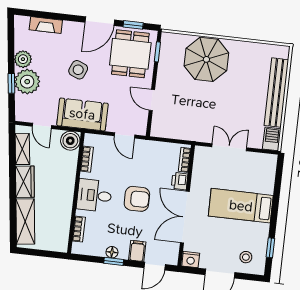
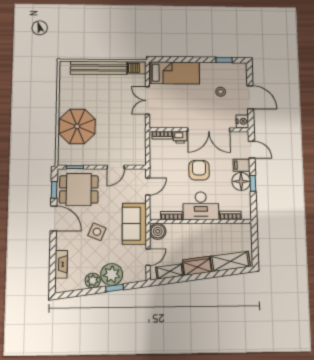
desk: (94, 195) -> (201, 206), width x1.37
bed: (241, 206) -> (174, 73), moved, turned -90
floor lamp: (112, 252) -> (241, 181), width x1.89, depth x1.89
stool: (246, 257) -> (221, 92), moved

